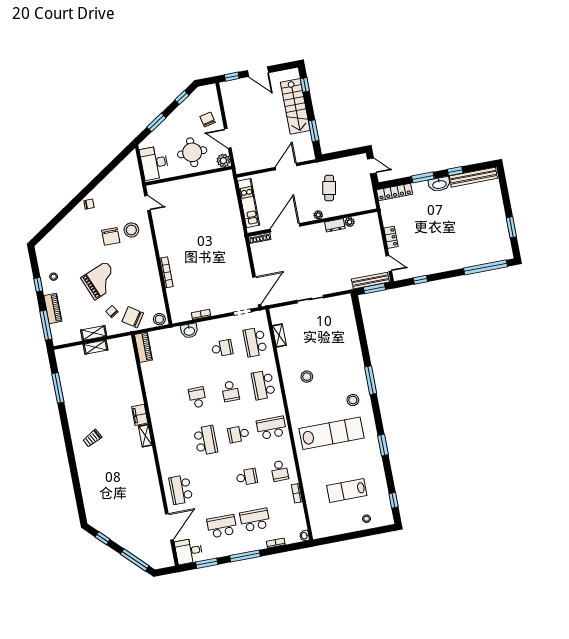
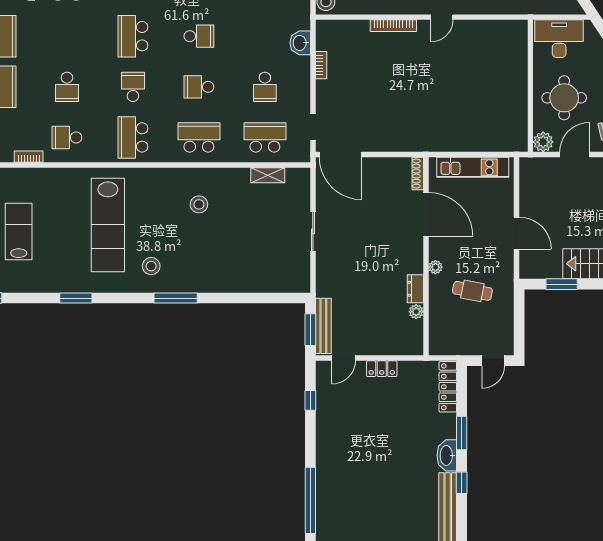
door: (147, 203) -> (442, 17), moved
school desk: (271, 428) -> (133, 137), turned 180
school desk: (206, 440) -> (133, 36), turned 90

